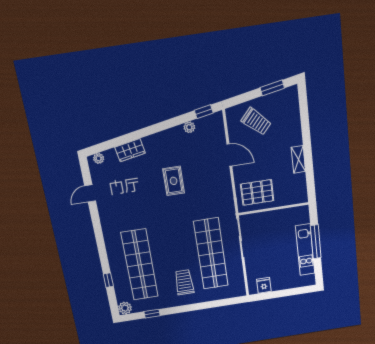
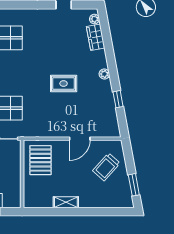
window: (204, 112) -> (118, 99), moved
plant: (189, 127) -> (104, 74), moved
wardrobe: (130, 150) -> (96, 37), moved

